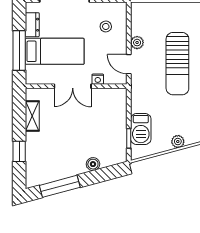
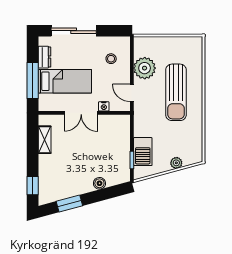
plant: (137, 43) -> (145, 68), width x1.87, depth x1.87
window: (19, 151) -> (33, 186), moved
window: (60, 186) -> (69, 203), width x0.69

